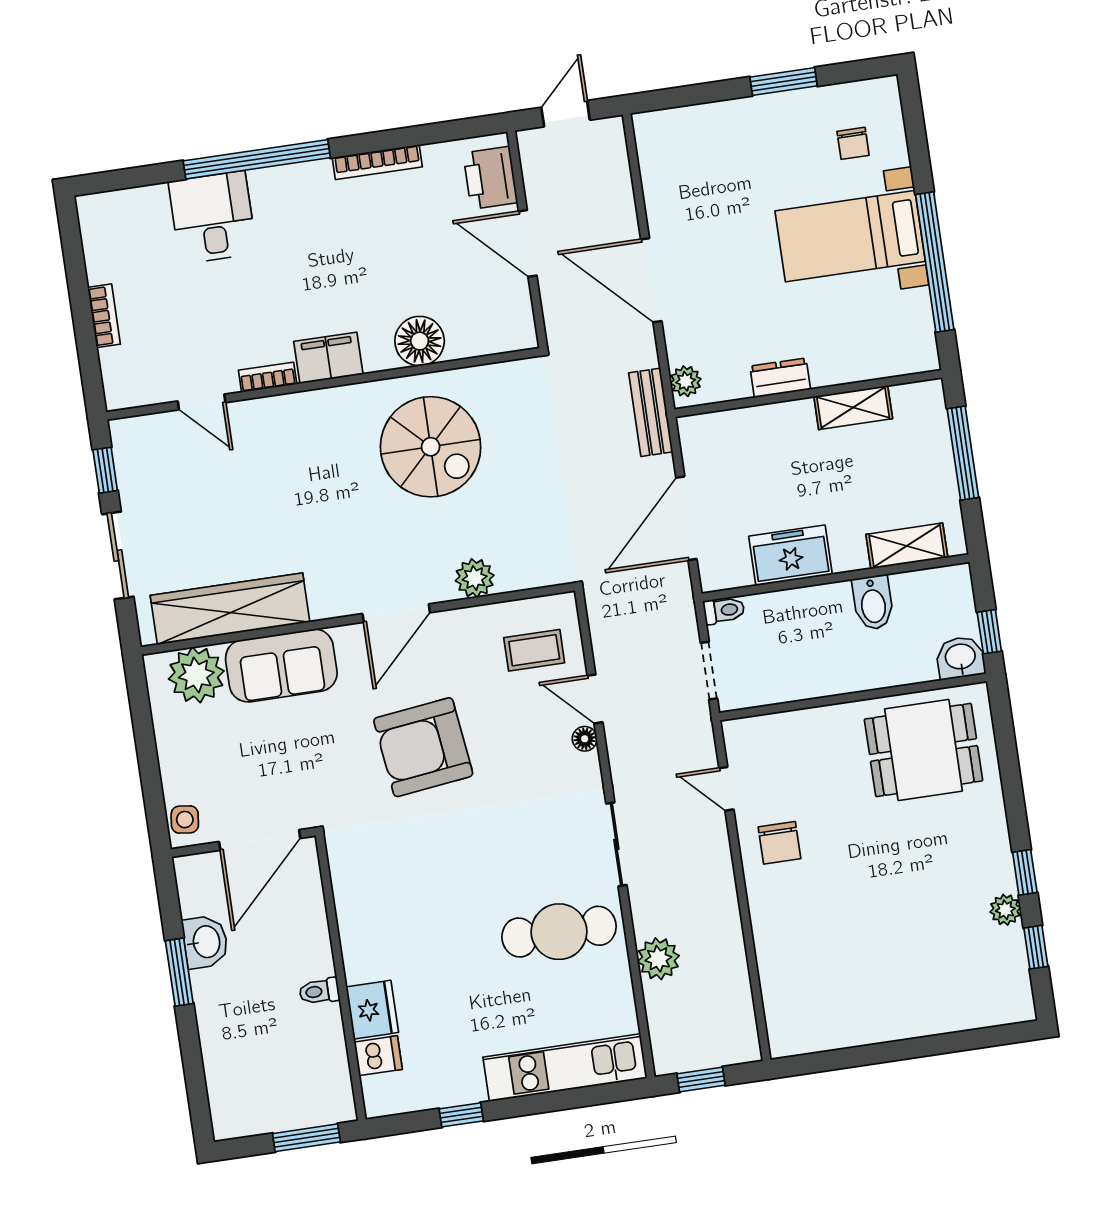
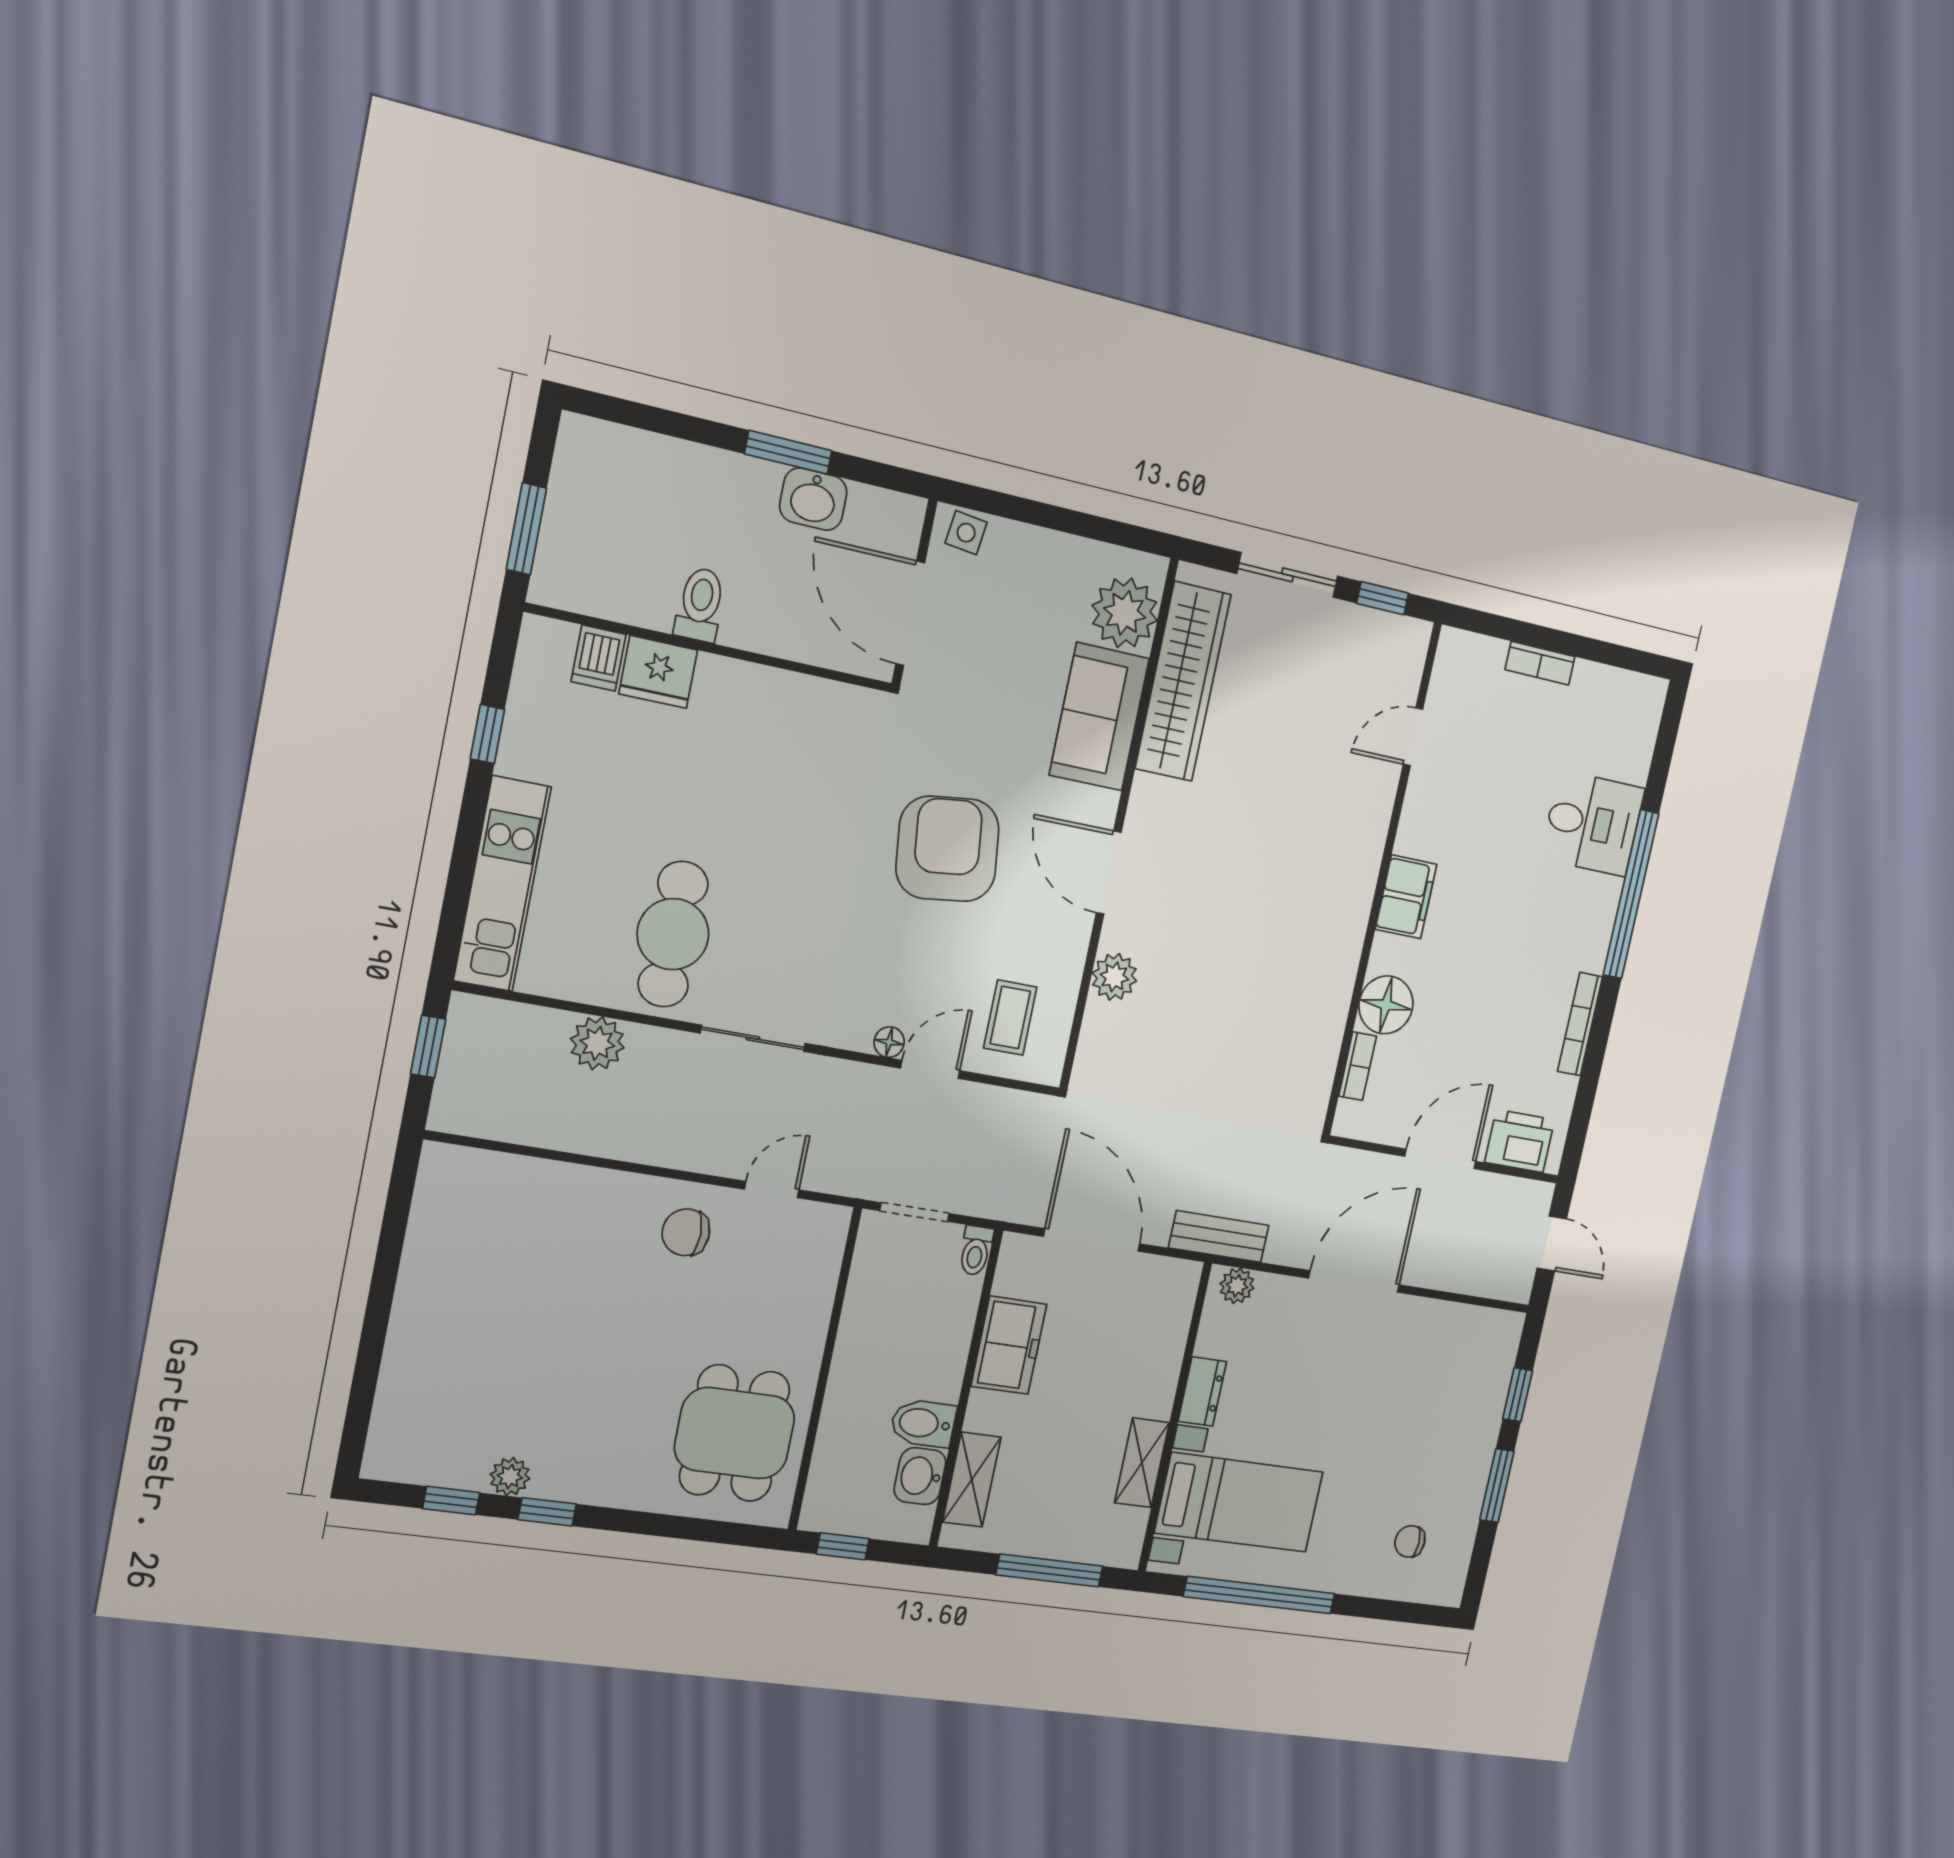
window: (701, 94) -> (1518, 1395), added
bed with nightstands: (850, 236) -> (1239, 1502), moved, turned 90
bookcase: (268, 377) -> (1358, 1066), moved
spiral stairs: (431, 447) -> (1273, 977), removed
washbasin: (960, 658) -> (920, 1476), moved, turned 180
toilet: (319, 991) -> (700, 605), width x1.37, depth x1.39

